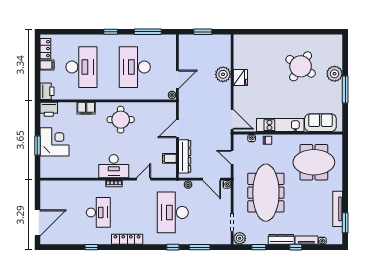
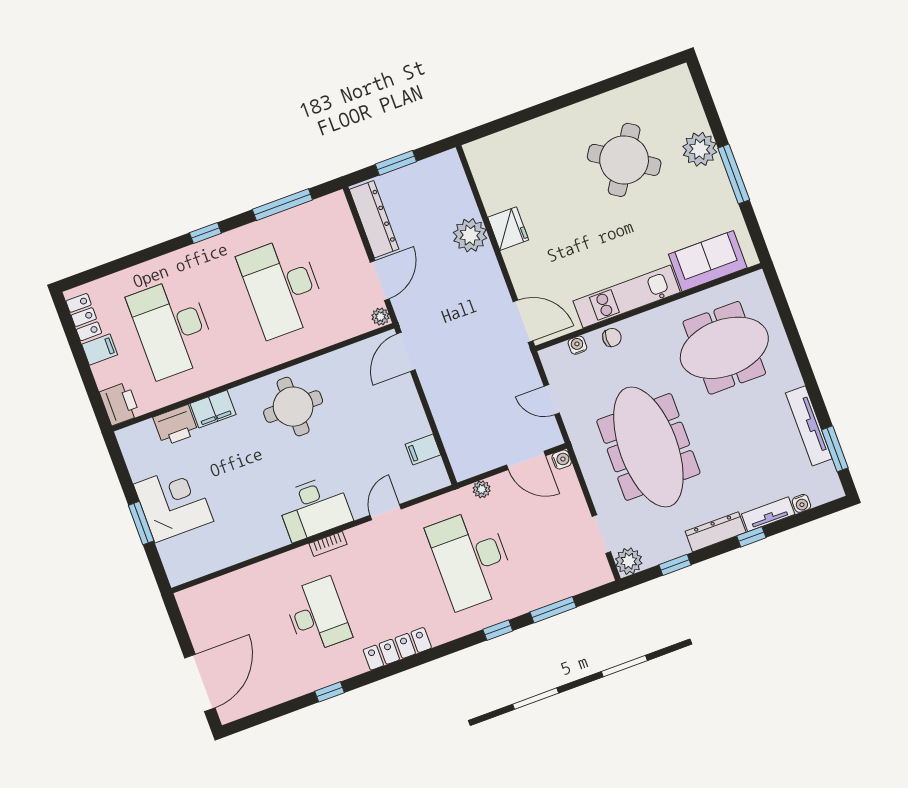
desk: (81, 67) -> (172, 328), turned 180
printer: (49, 109) -> (176, 425), moved
door: (177, 129) -> (406, 352), moved
dresser: (185, 156) -> (374, 219), moved

